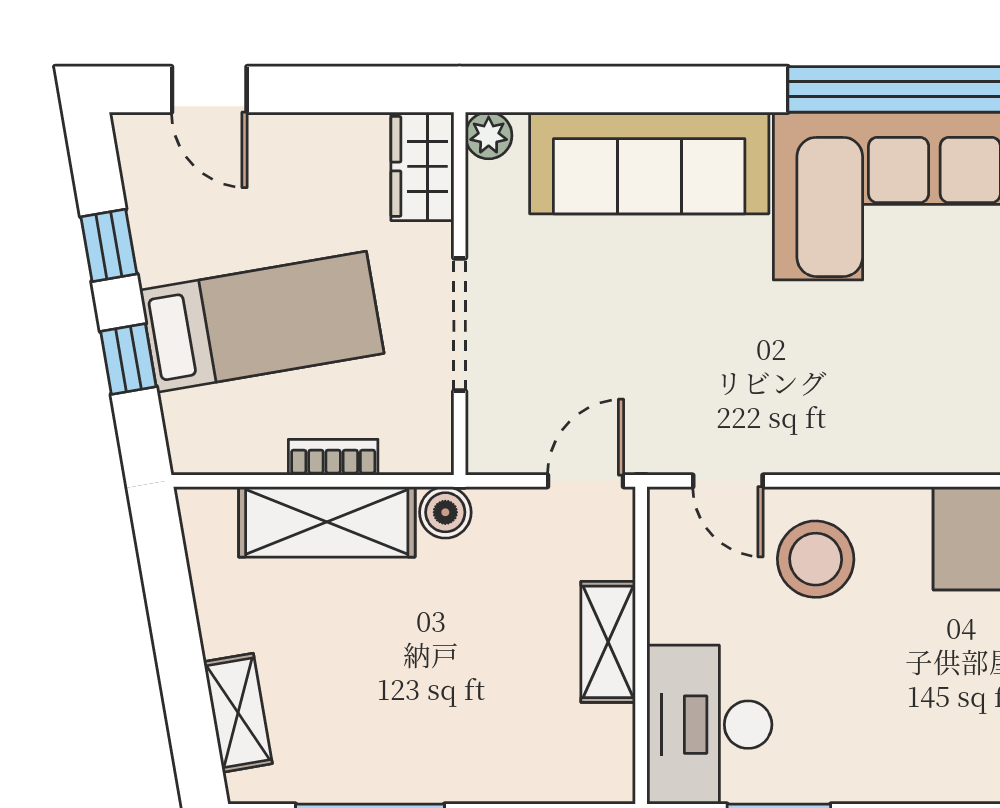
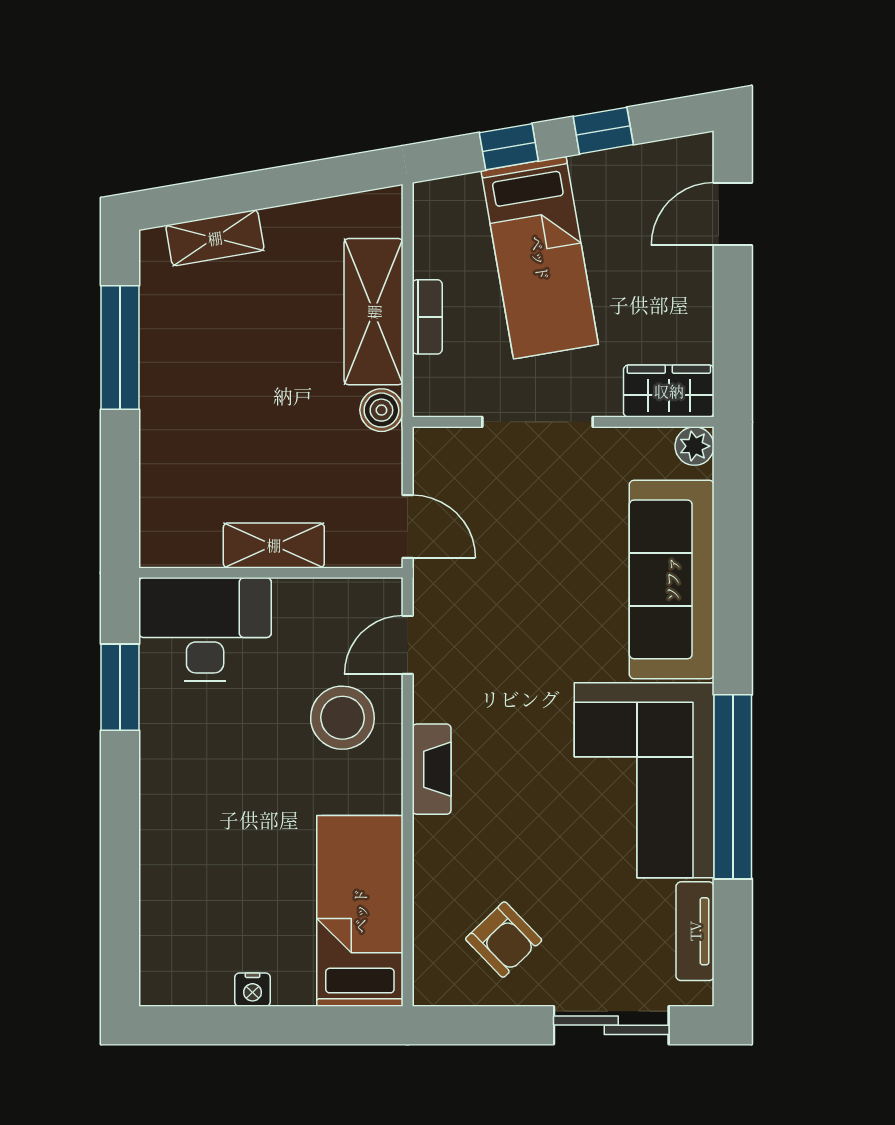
fireplace: (878, 452) -> (432, 769), added

